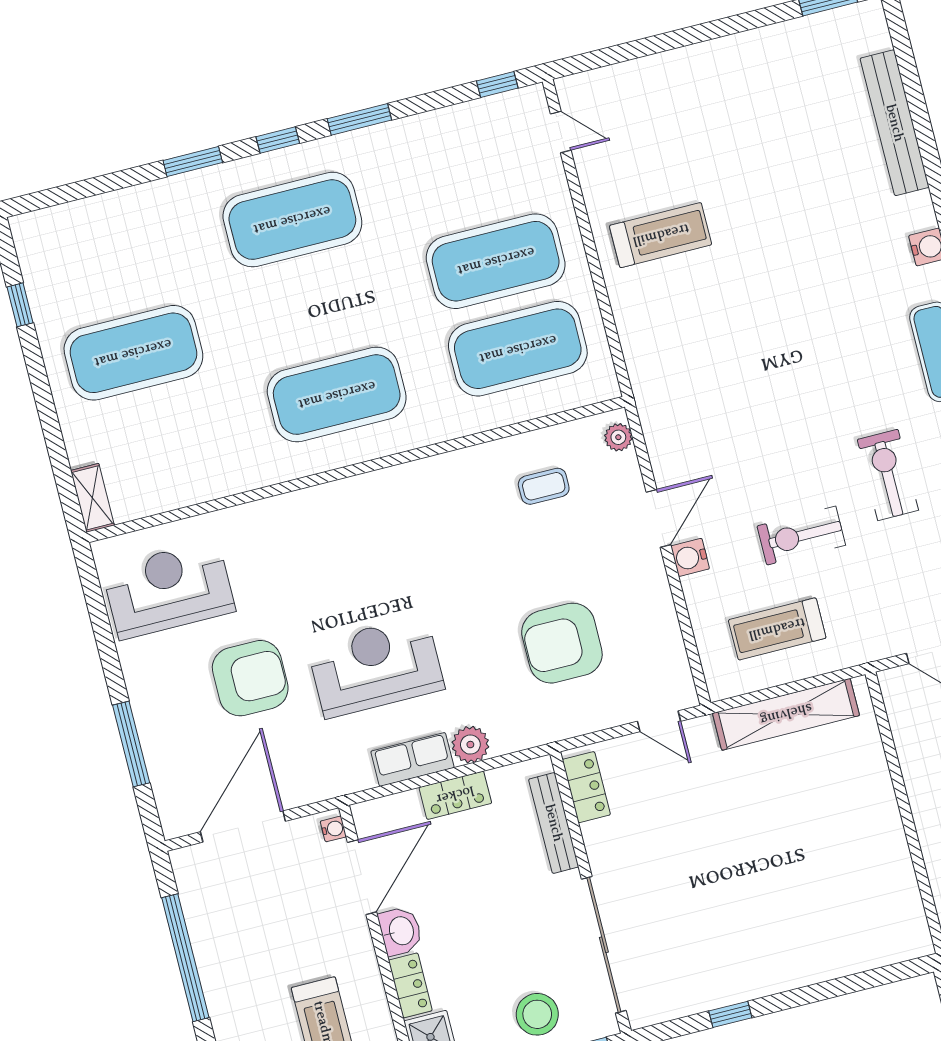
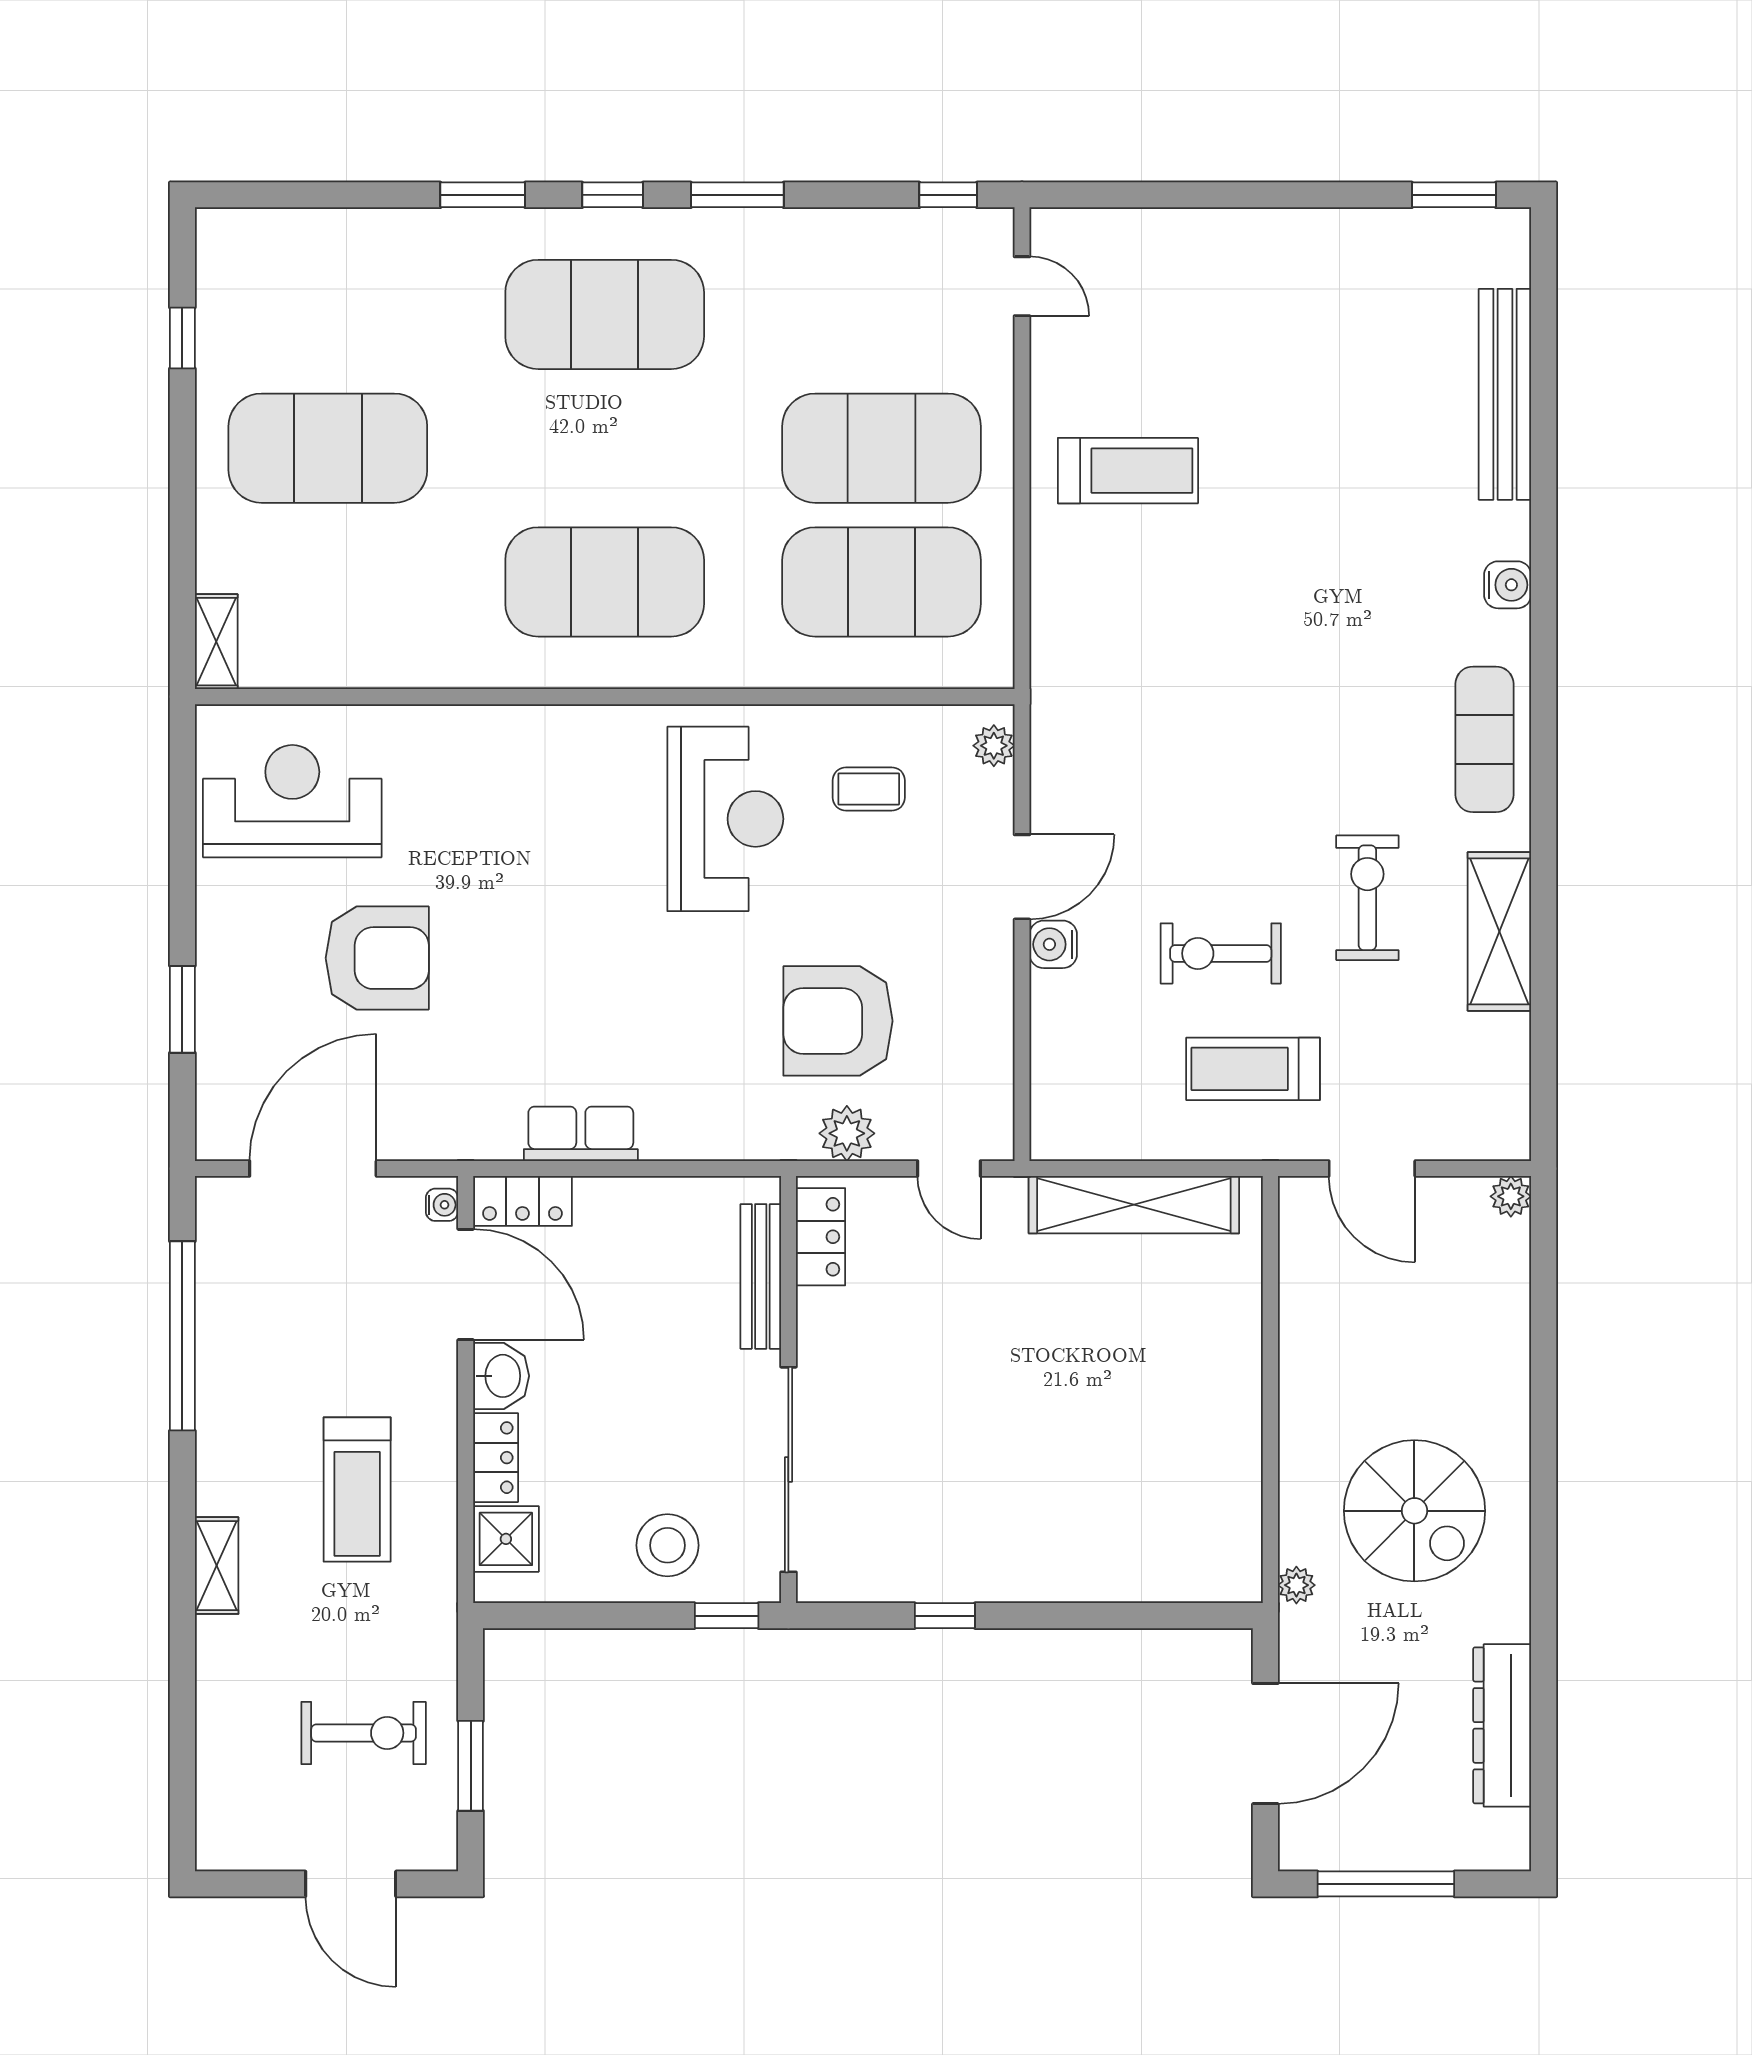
treadmill: (777, 629) -> (1253, 1069), moved
reception desk: (376, 667) -> (725, 819), moved, turned 90
window: (131, 744) -> (182, 1009), width x0.69
plant: (470, 745) -> (847, 1133), moved
locker: (455, 795) -> (522, 1201), moved
door: (362, 877) -> (466, 1285), hinge flipped

